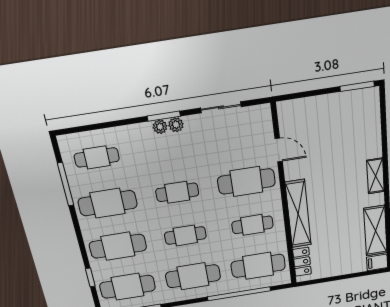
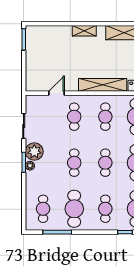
plant: (176, 125) -> (34, 152), width x1.88, depth x1.88
cafe table: (246, 181) -> (74, 117), width x0.73, depth x0.74
cafe table: (118, 246) -> (105, 209), width x0.73, depth x0.74

